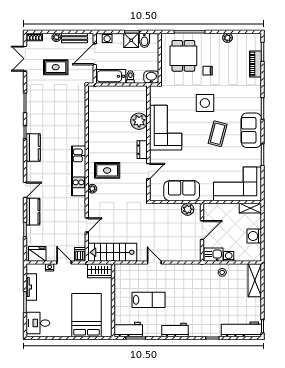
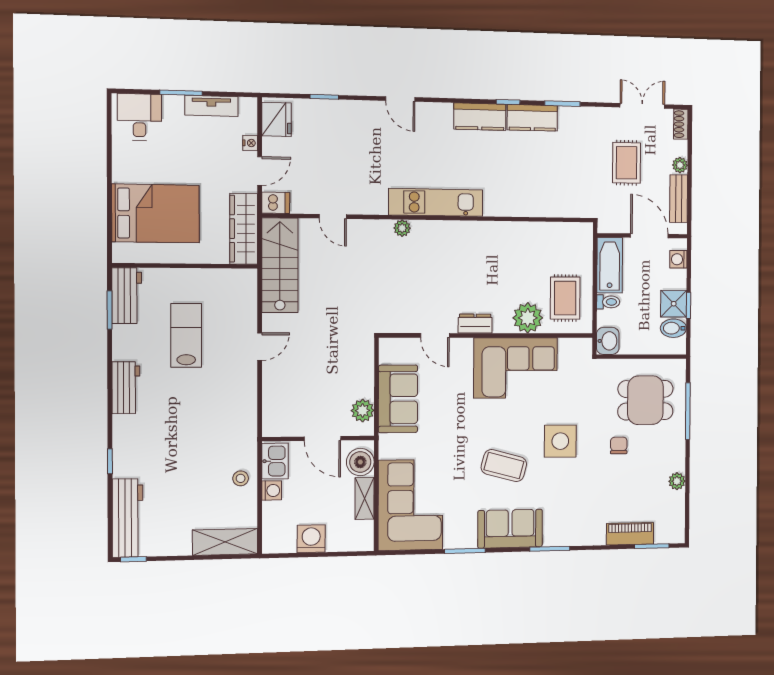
rug: (107, 170) -> (565, 298), moved
shelving: (250, 208) -> (365, 498), moved
boiler: (215, 210) -> (360, 462), added
kitchen counter: (33, 212) -> (532, 118), moved
wardrobe: (100, 271) -> (244, 229), width x1.50
lab bench: (148, 300) -> (186, 335), turned 180

